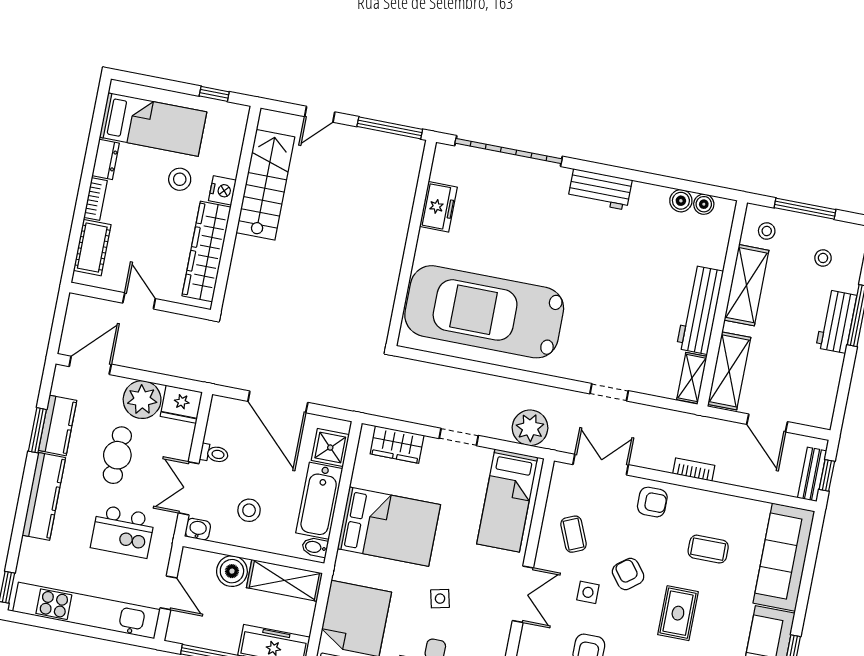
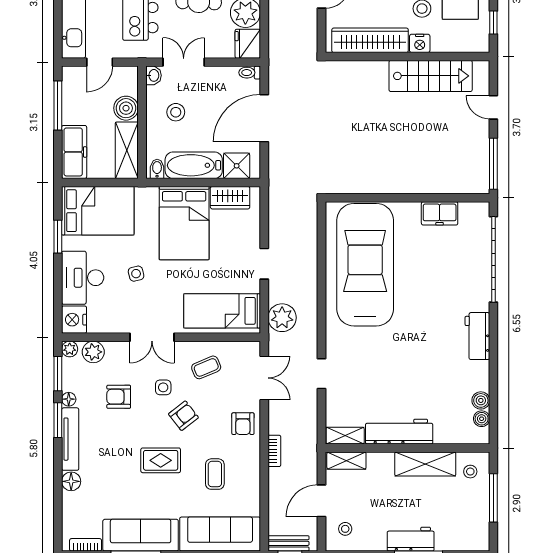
stool: (823, 258) -> (345, 529), moved
shelving: (729, 371) -> (346, 461), width x0.67, depth x0.75
wardrobe: (397, 445) -> (230, 198), moved, turned -90
toilet: (214, 454) -> (250, 73), moved, turned 90

